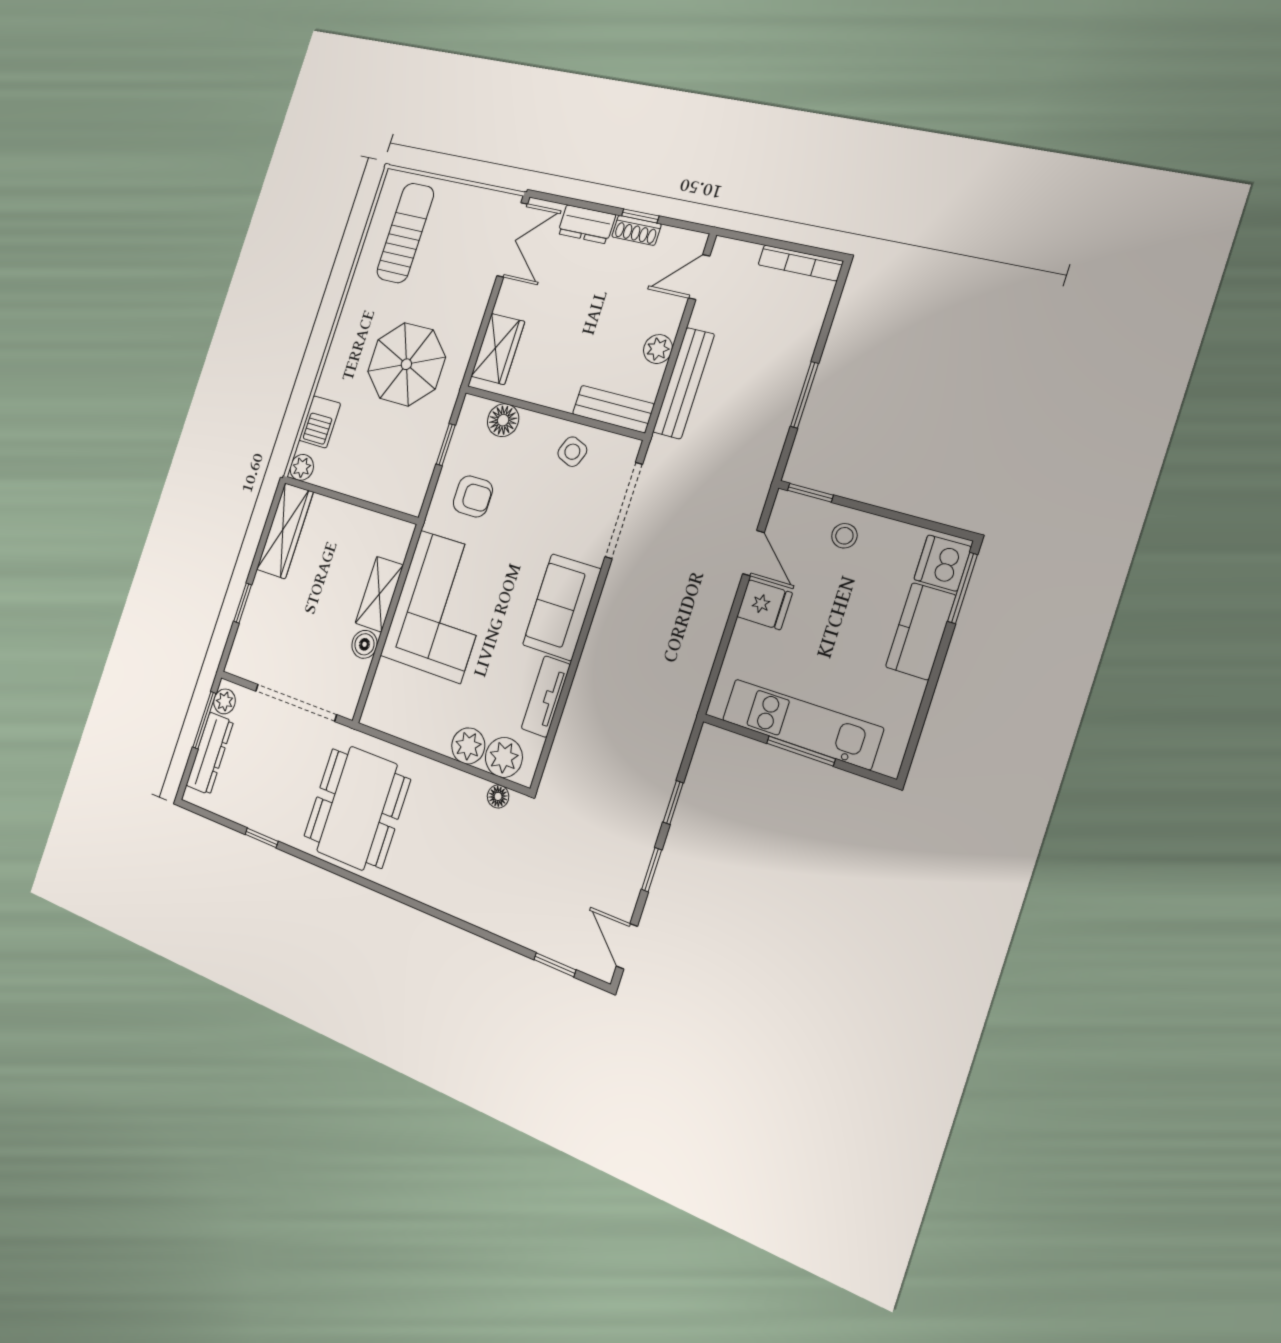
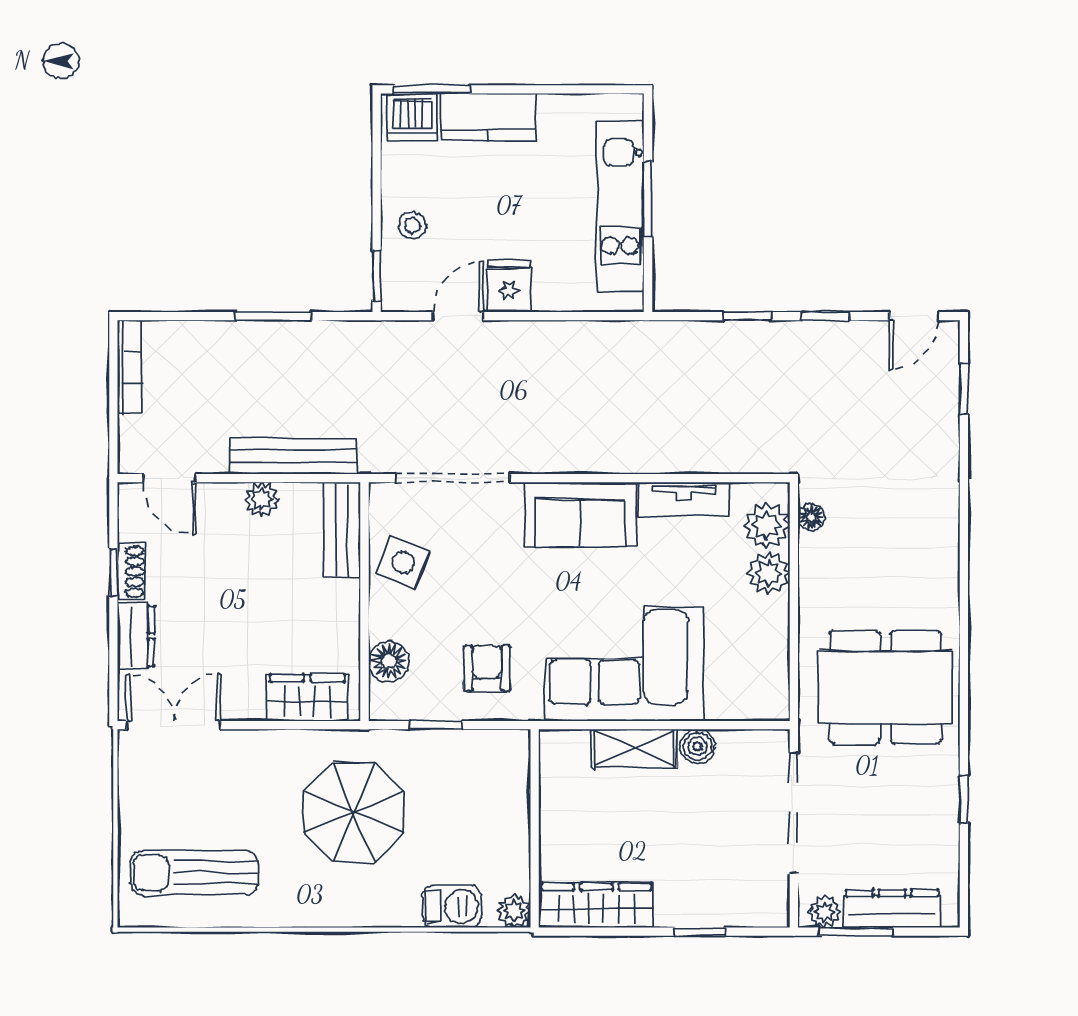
side table: (572, 452) -> (403, 562), width x1.37, depth x1.37

